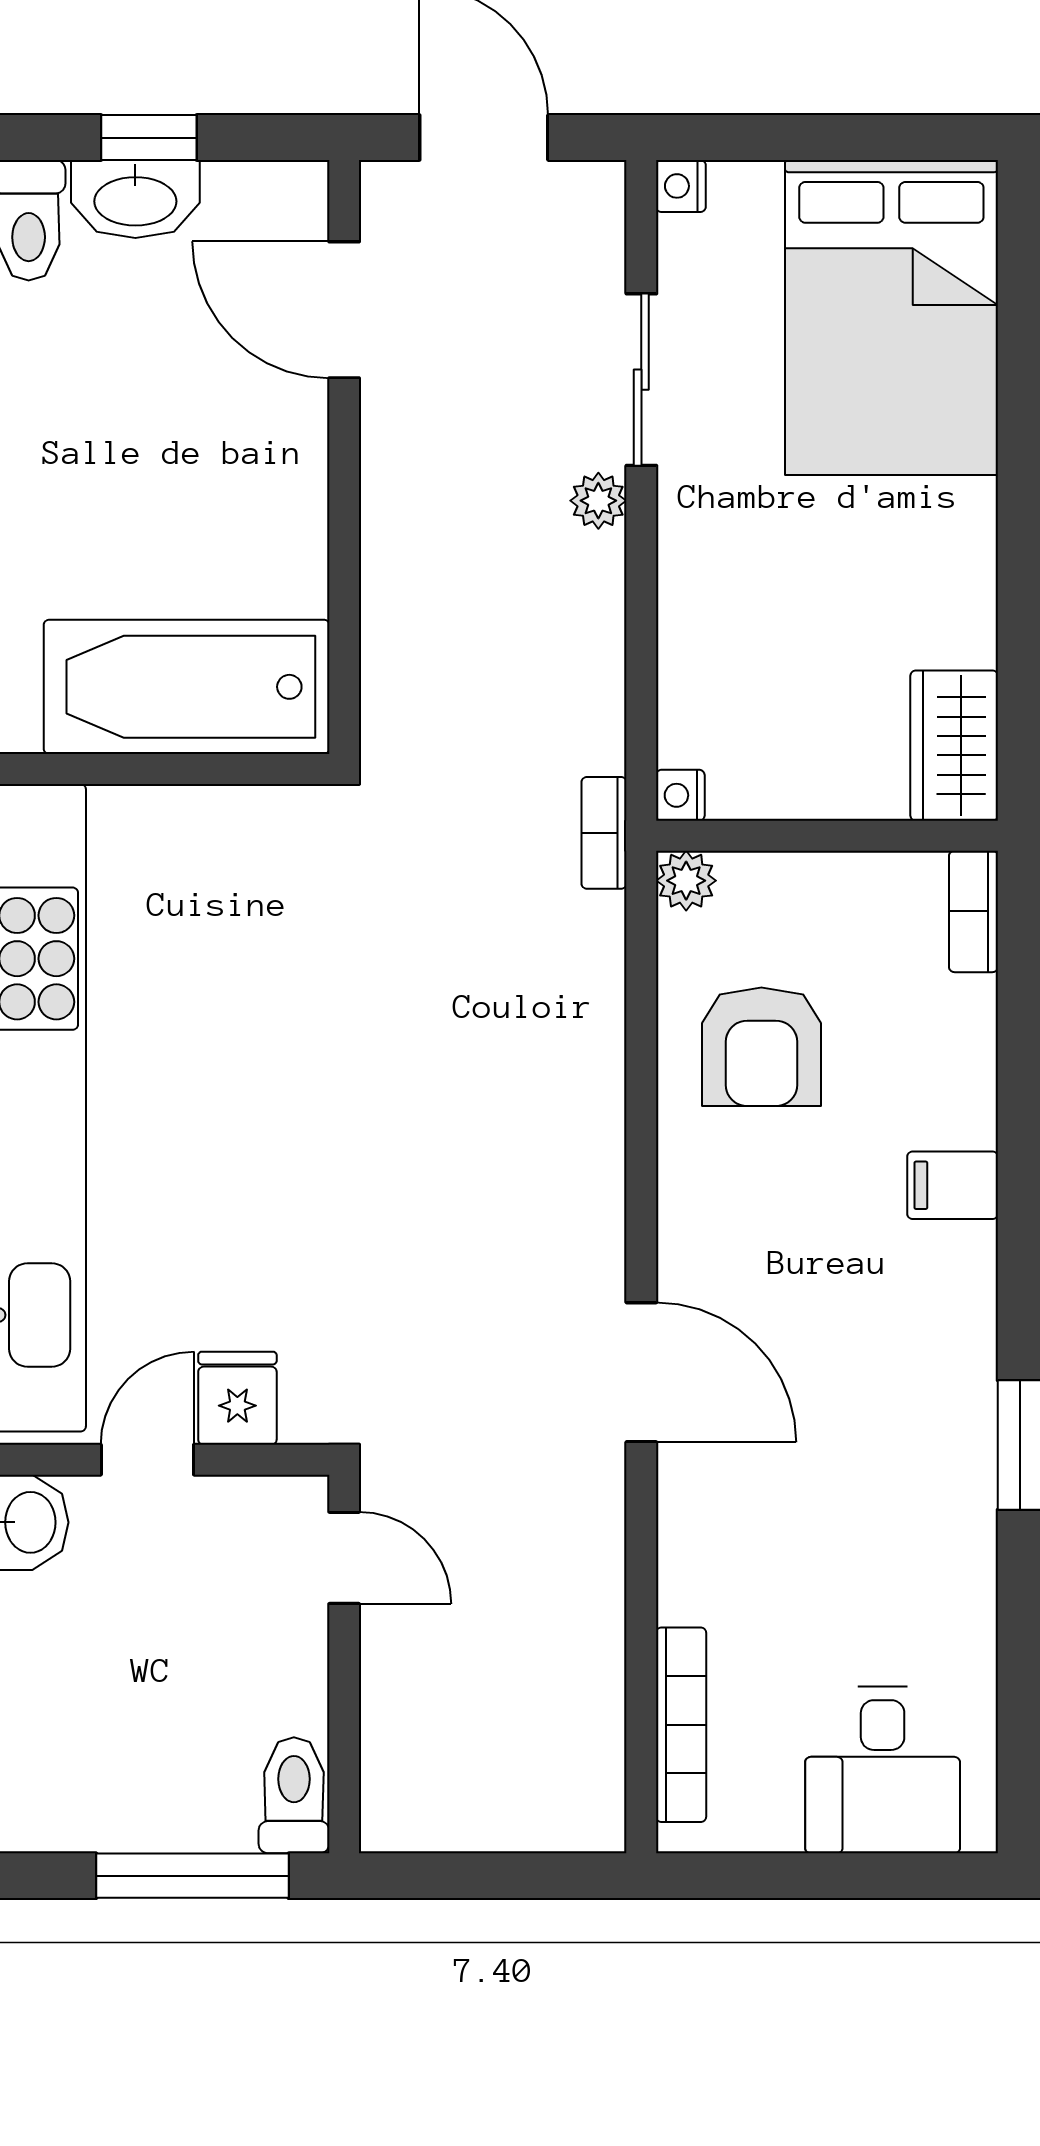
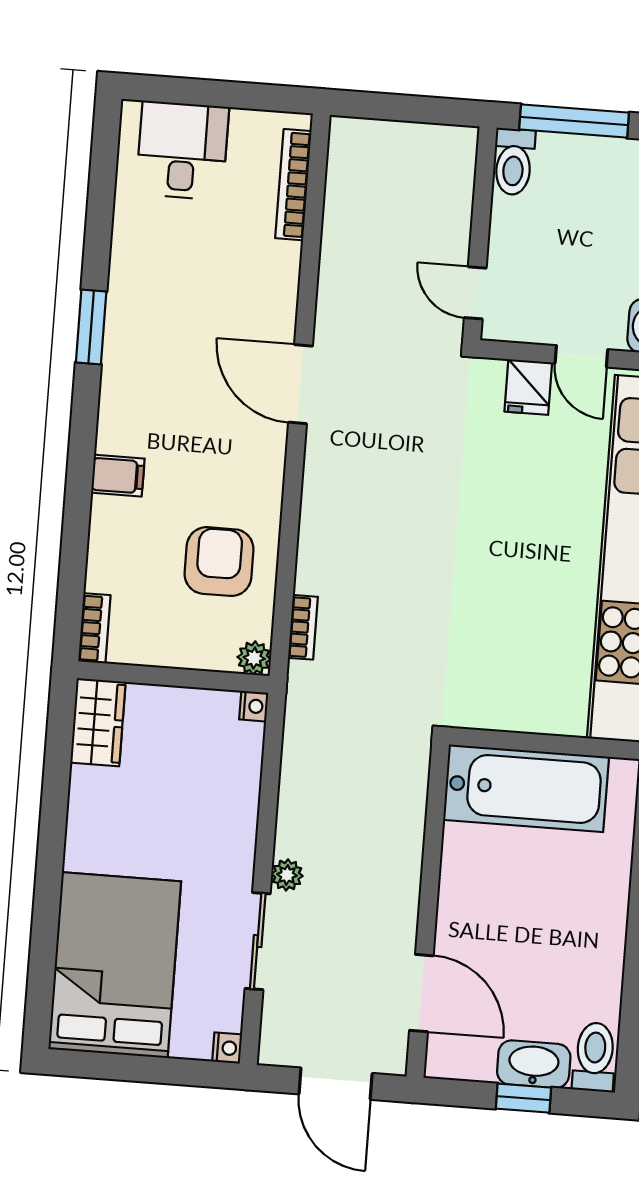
bookcase: (604, 833) -> (303, 627), moved
door: (147, 1460) -> (581, 356), hinge flipped

